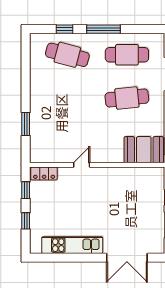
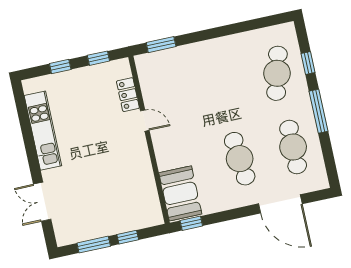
window: (26, 124) -> (161, 45), moved
locker: (44, 173) -> (128, 95), moved
double door: (127, 258) -> (42, 202), width x0.73

